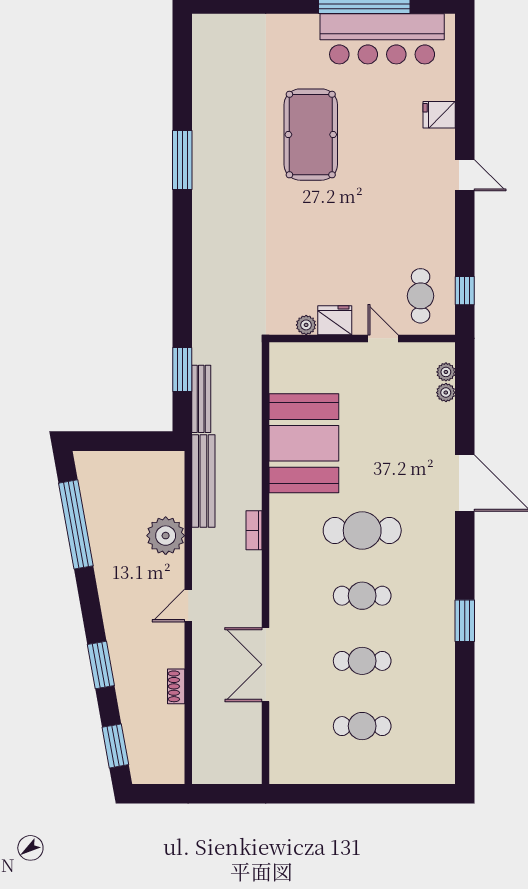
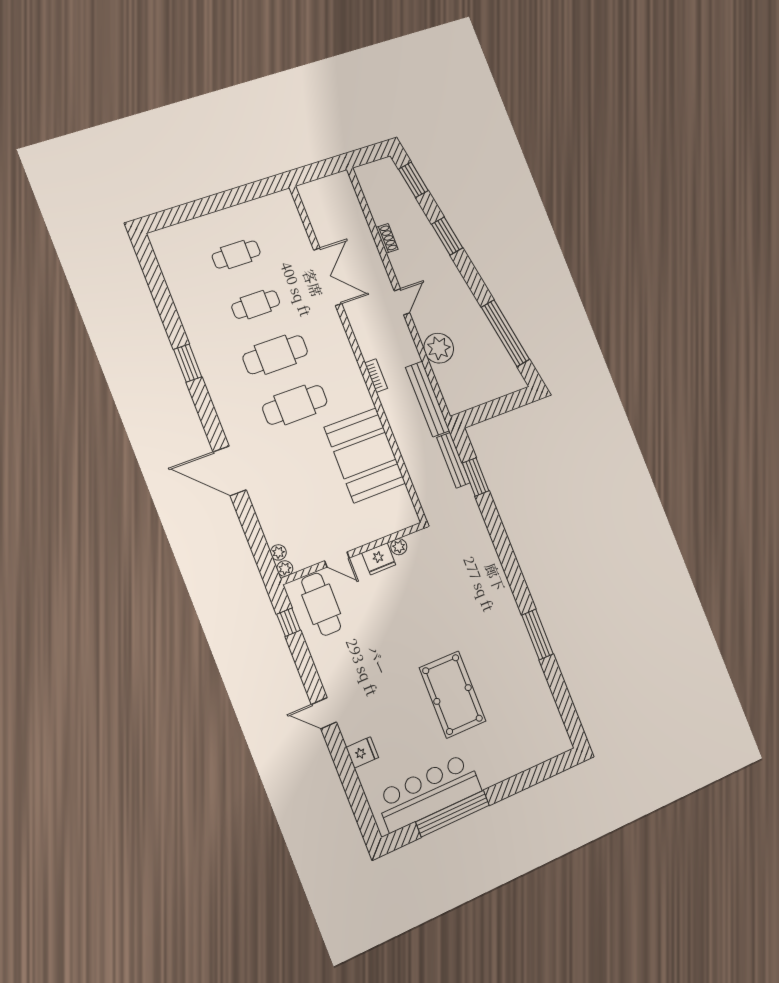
cafe table: (421, 296) -> (321, 604), width x1.37, depth x1.35
plant: (446, 393) -> (285, 569), moved
cafe table: (362, 596) -> (275, 355), width x1.37, depth x1.35

